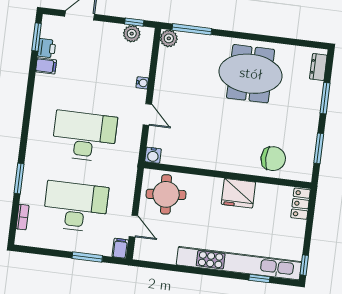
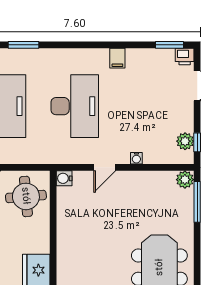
printer: (47, 48) -> (185, 57), moved
filing cabinet: (46, 66) -> (117, 58), moved

